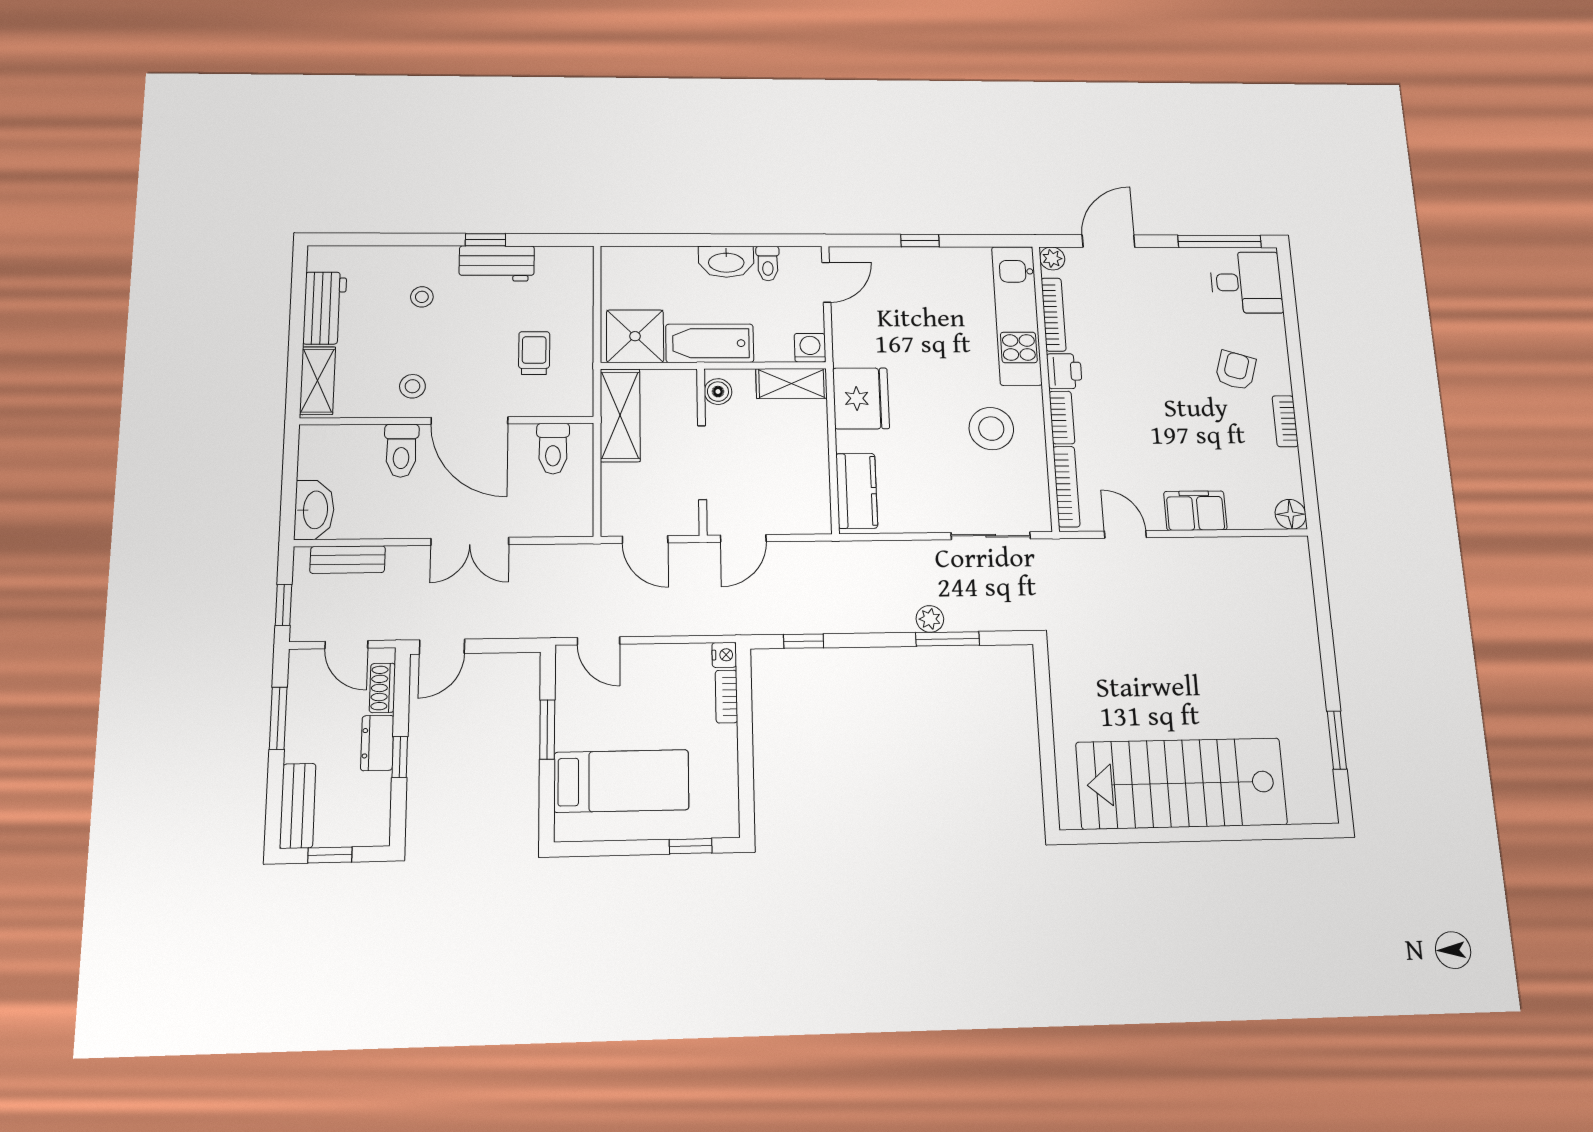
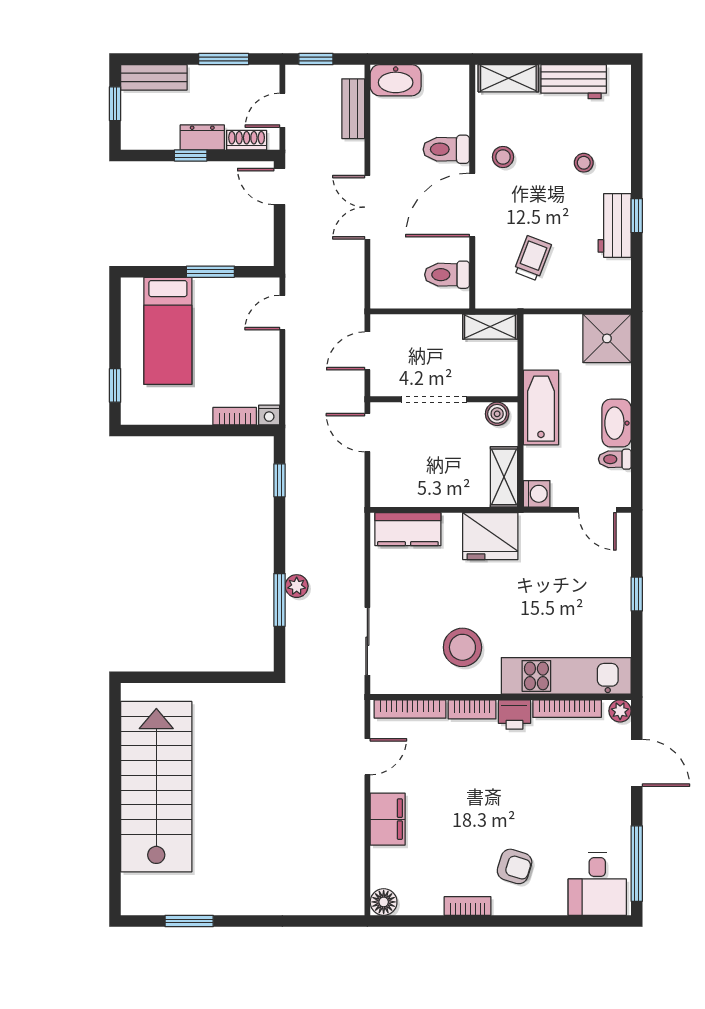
shower: (635, 336) -> (607, 338), moved
trolley: (534, 353) -> (533, 258), turned -69
shelving: (620, 415) -> (490, 327), width x0.67, depth x0.75

